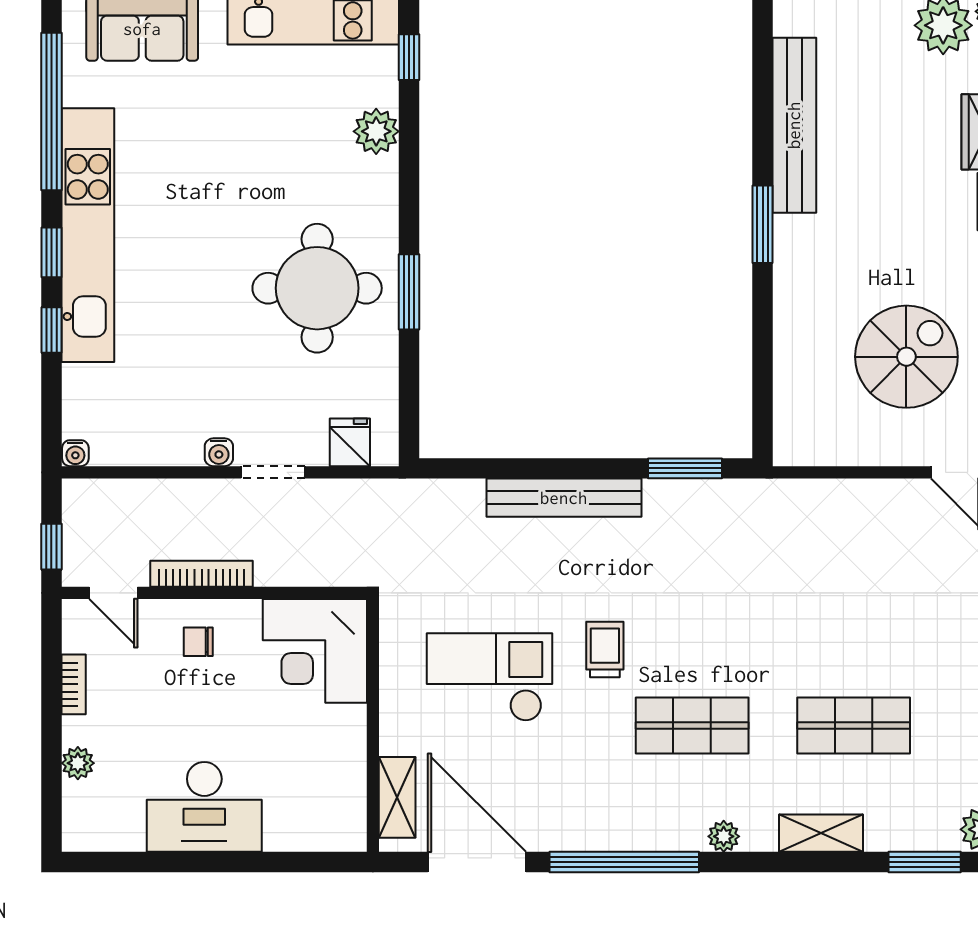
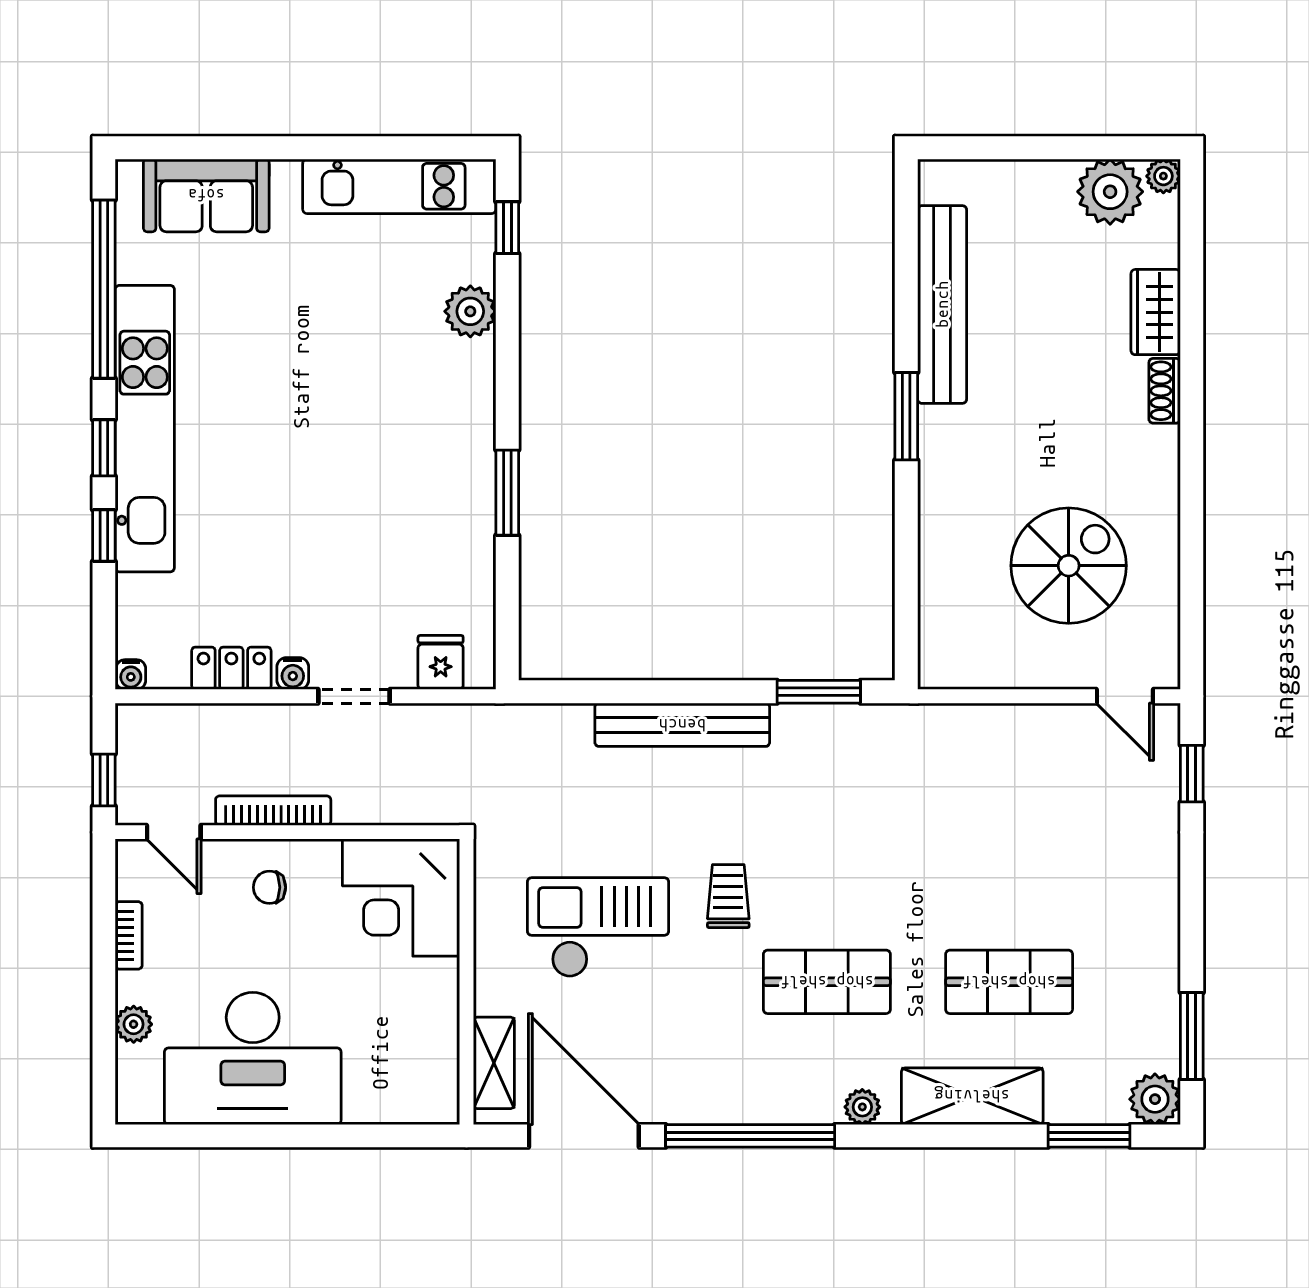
round table: (317, 288) -> (404, 488), removed
locker: (165, 448) -> (231, 668), added
desk: (204, 807) -> (253, 1058), width x1.36, depth x1.30
shelving: (821, 833) -> (972, 1096), width x1.50, depth x1.33

